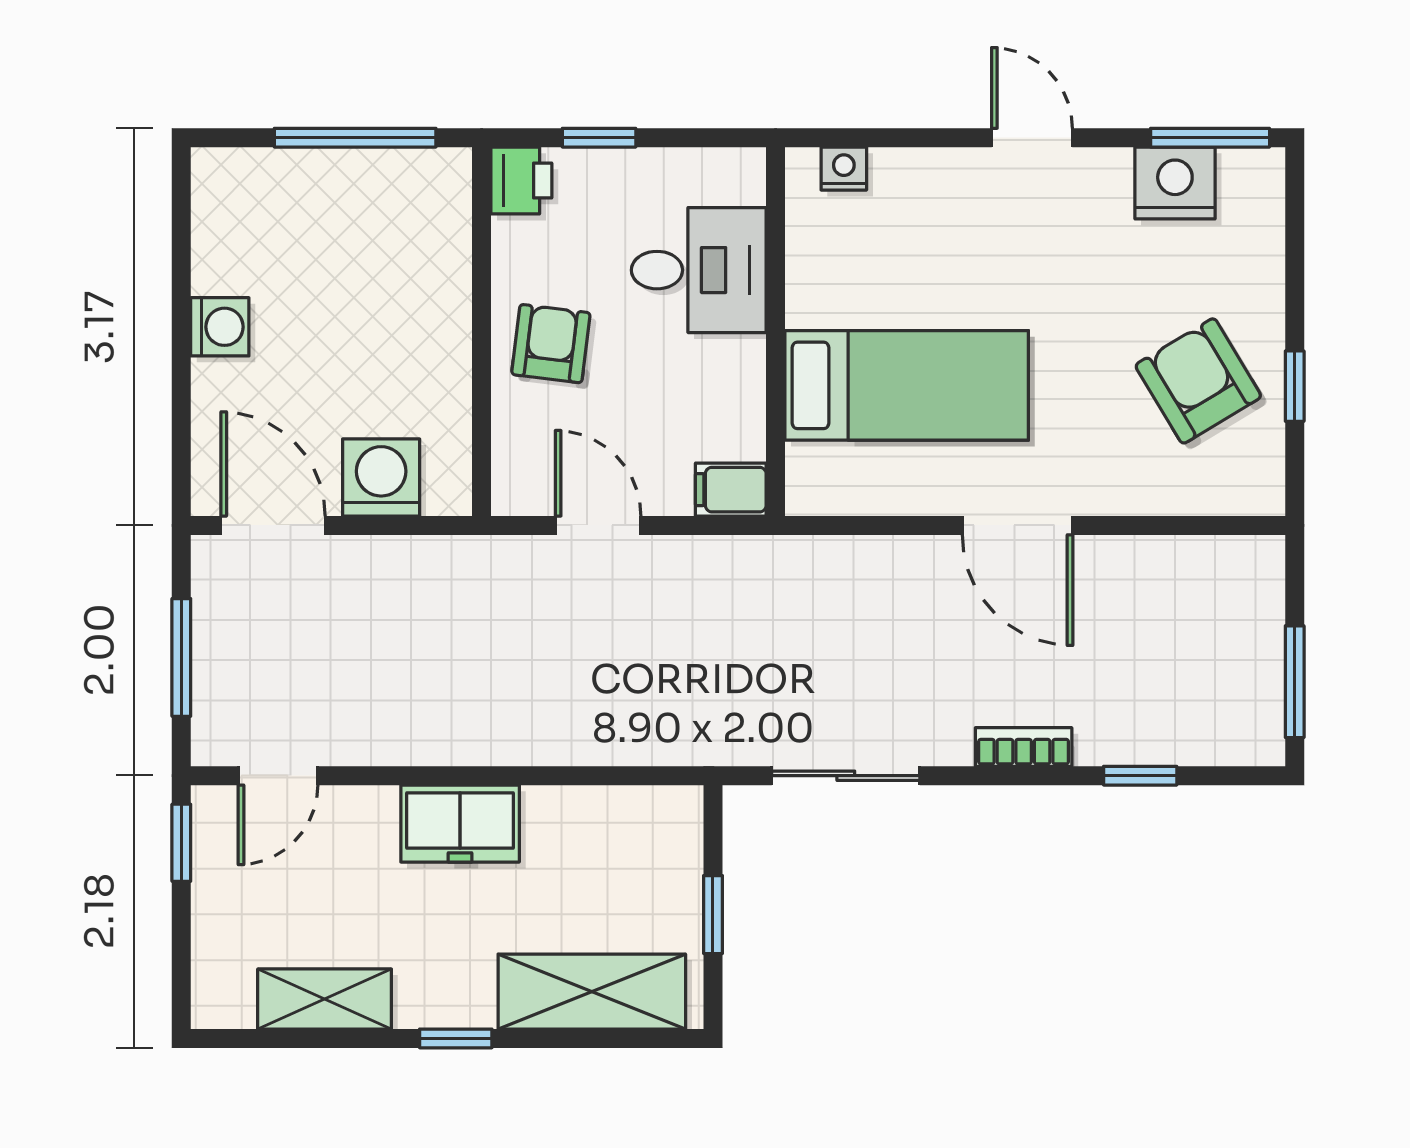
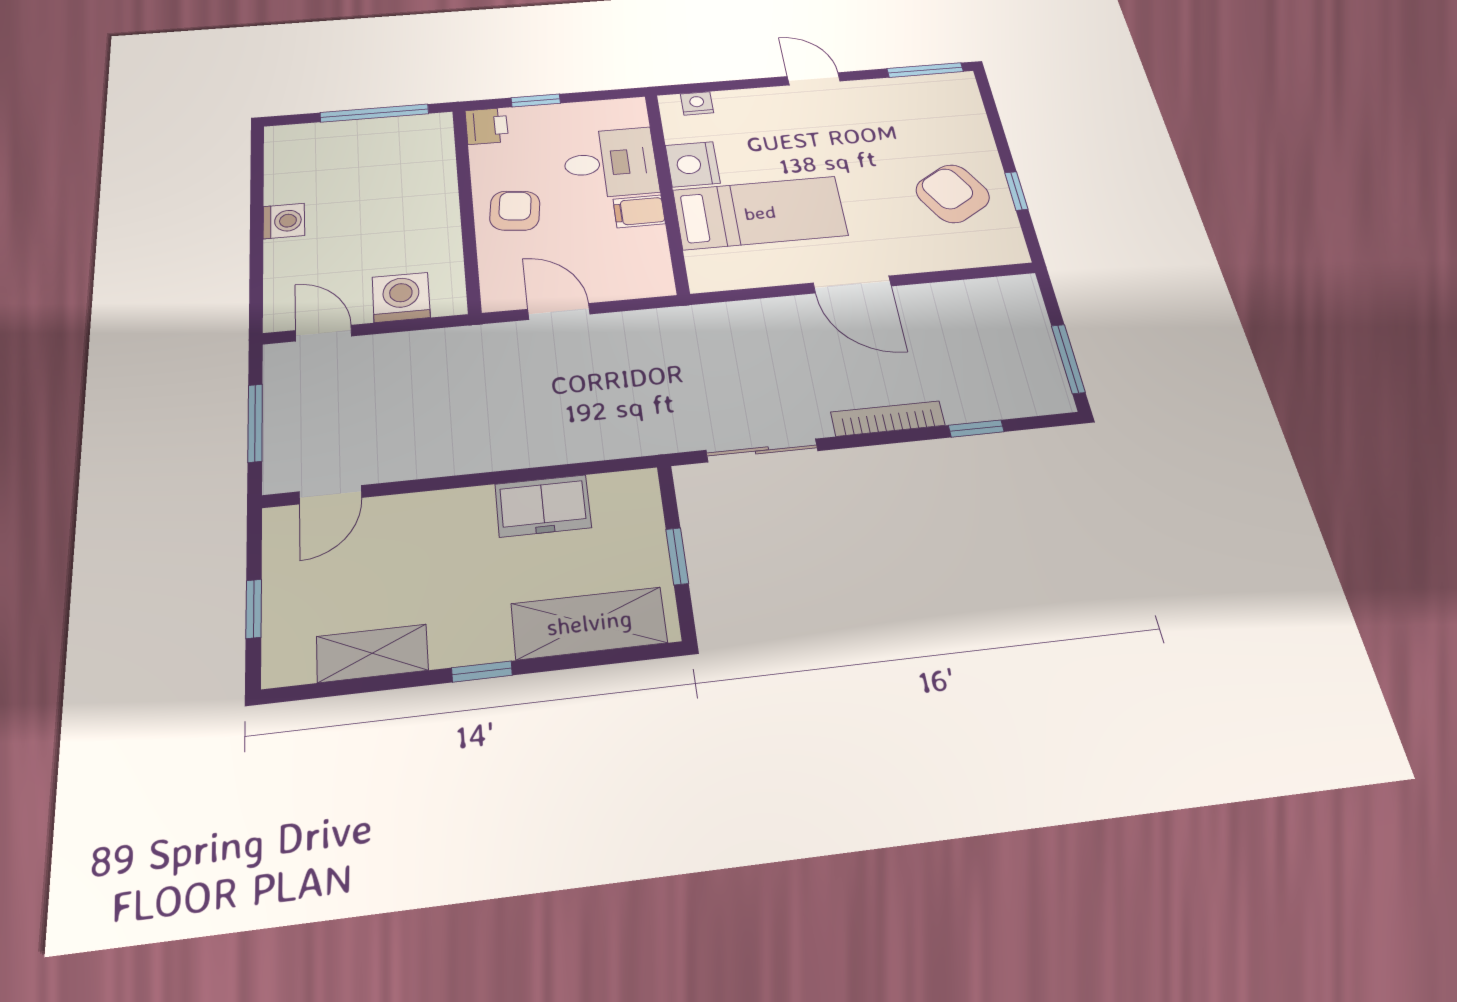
nightstand: (1175, 183) -> (693, 164), moved, turned -90
filing cabinet: (731, 490) -> (639, 211), moved
door: (273, 525) -> (324, 333), width x0.73
bookcase: (1024, 747) -> (888, 419), width x1.56
freezer: (460, 824) -> (543, 506), moved
window: (181, 843) -> (254, 609), moved

